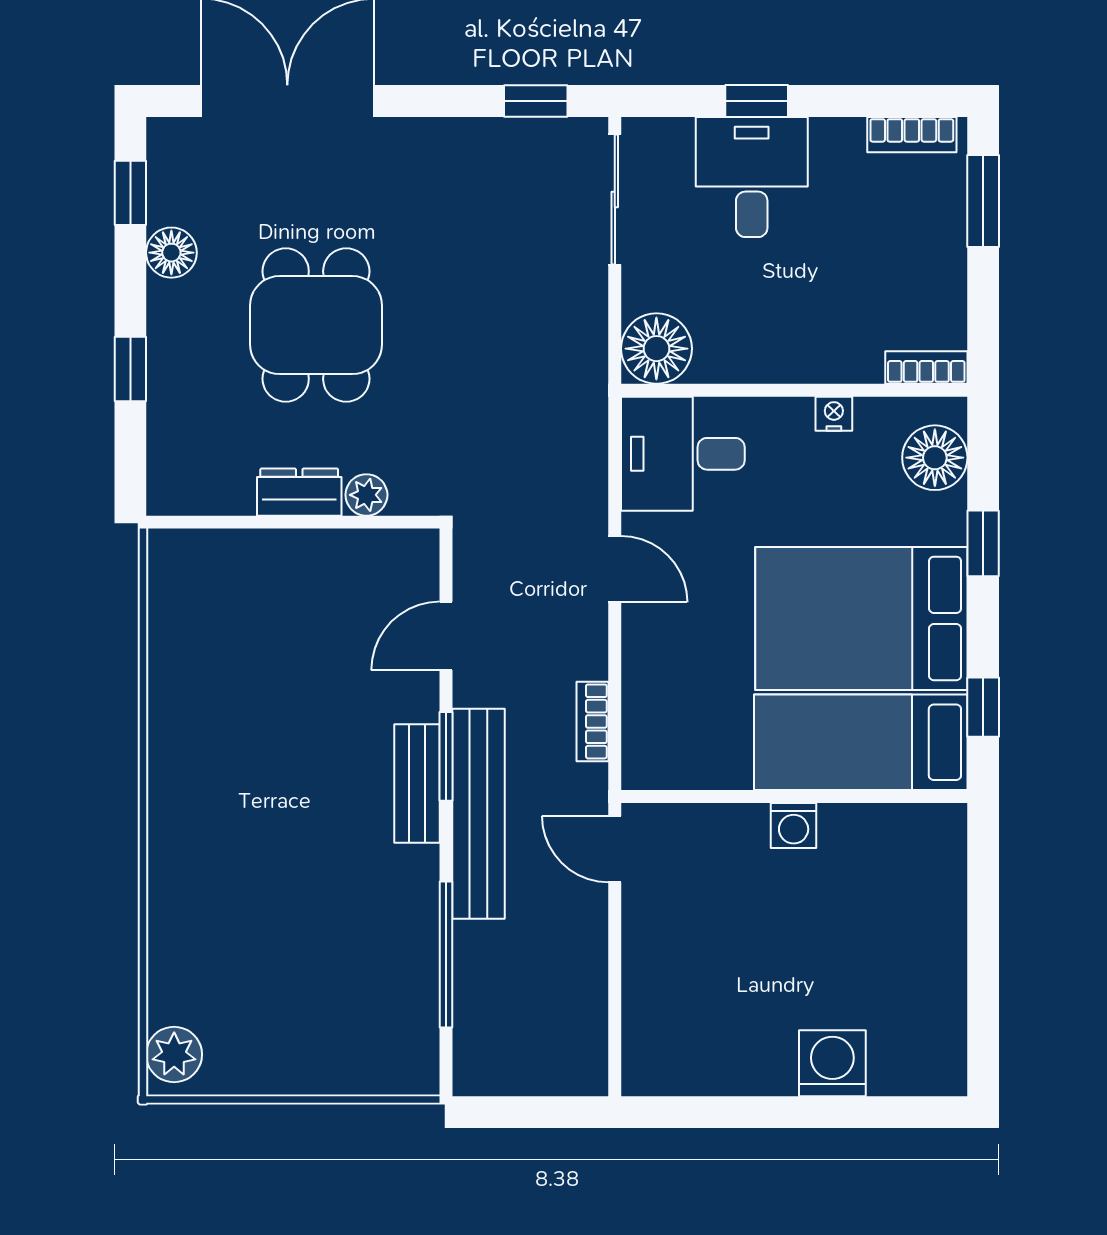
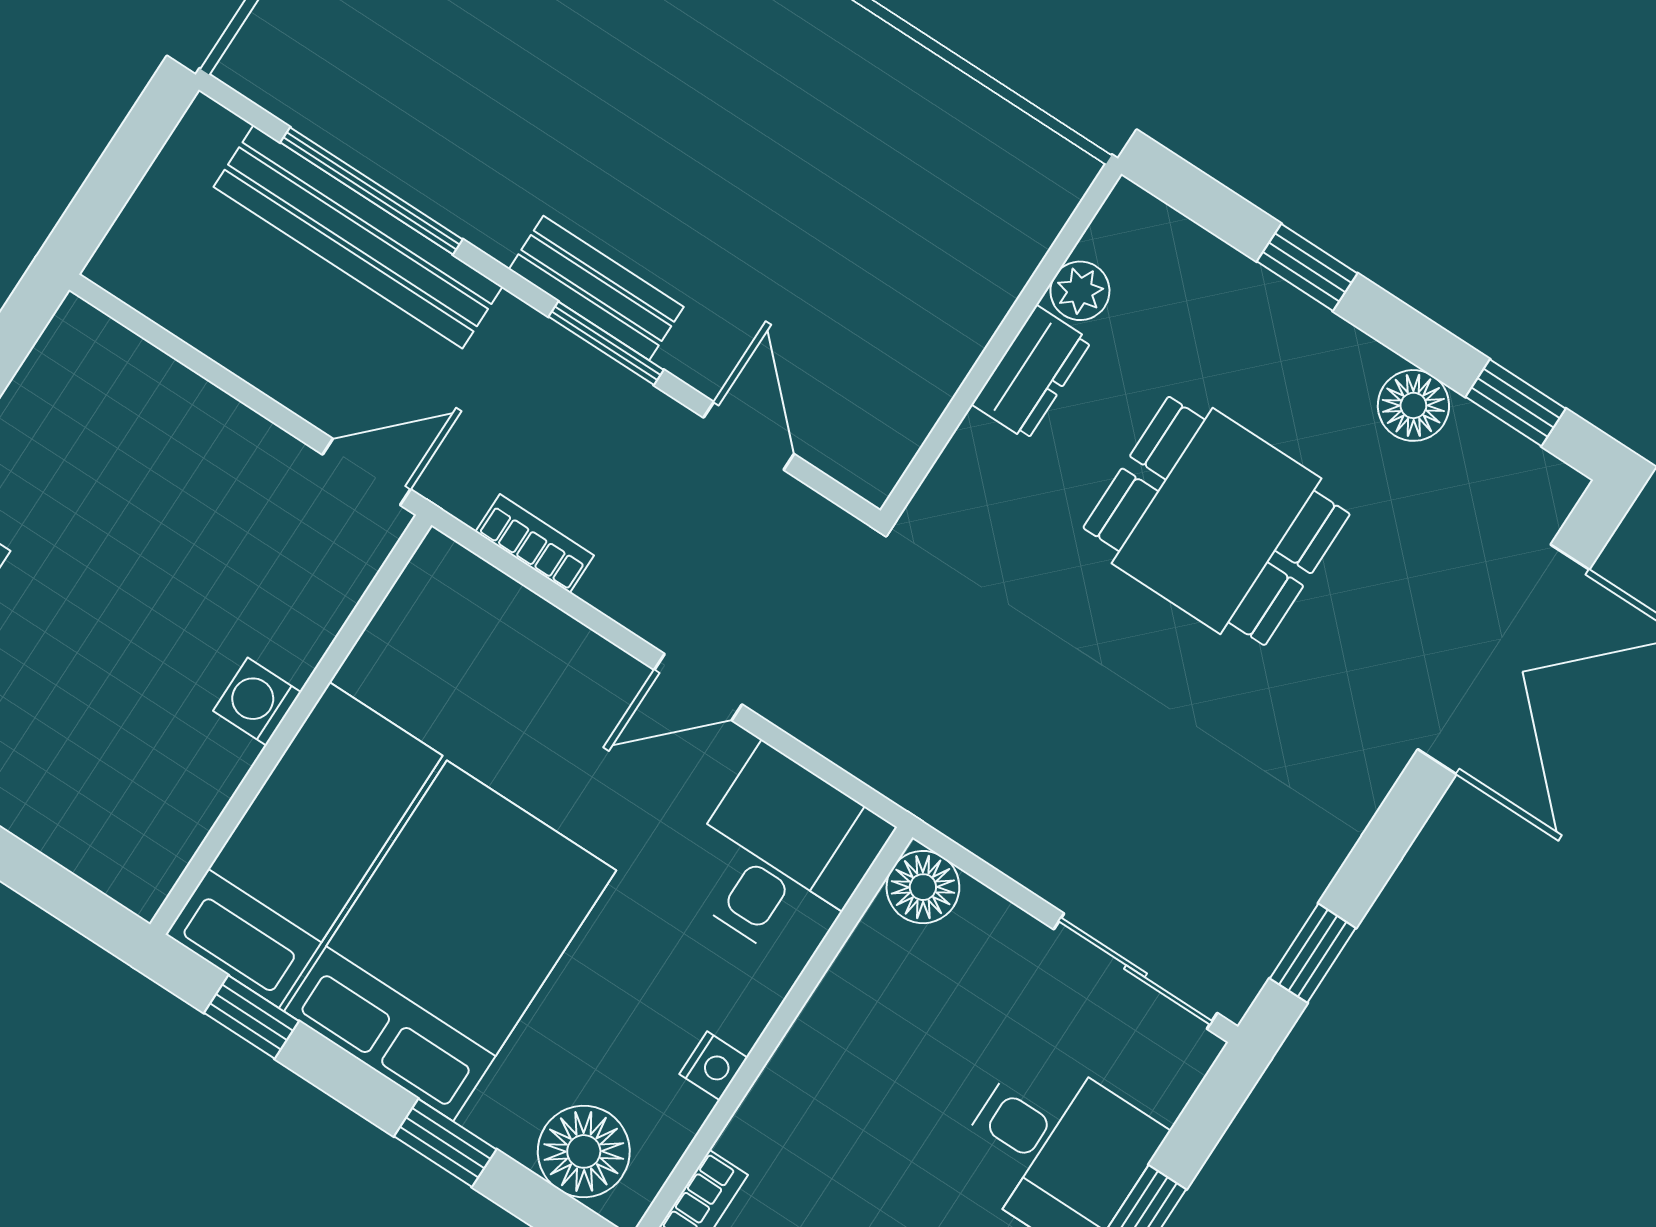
floor lamp: (656, 349) -> (923, 887), width x0.73, depth x0.73
plant: (366, 495) -> (1080, 291), moved
bench: (478, 814) -> (358, 237), moved

